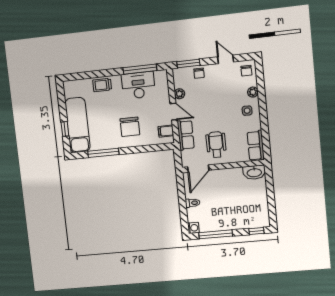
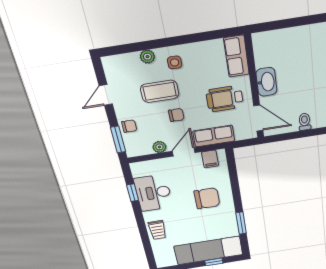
window: (140, 69) -> (133, 193), width x0.46
chair: (246, 71) -> (176, 115), moved
coffee table: (226, 98) -> (160, 91), added
row of seats: (256, 146) -> (236, 56), moved, turned 90
window: (103, 153) -> (241, 223), width x0.69
washbasin: (254, 172) -> (266, 82), moved

